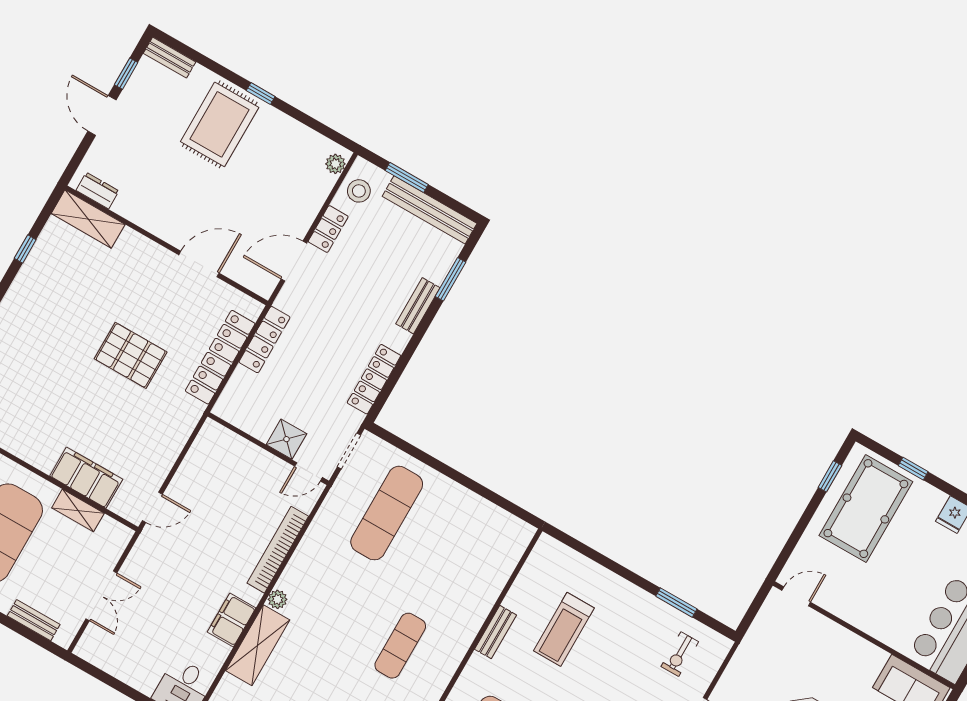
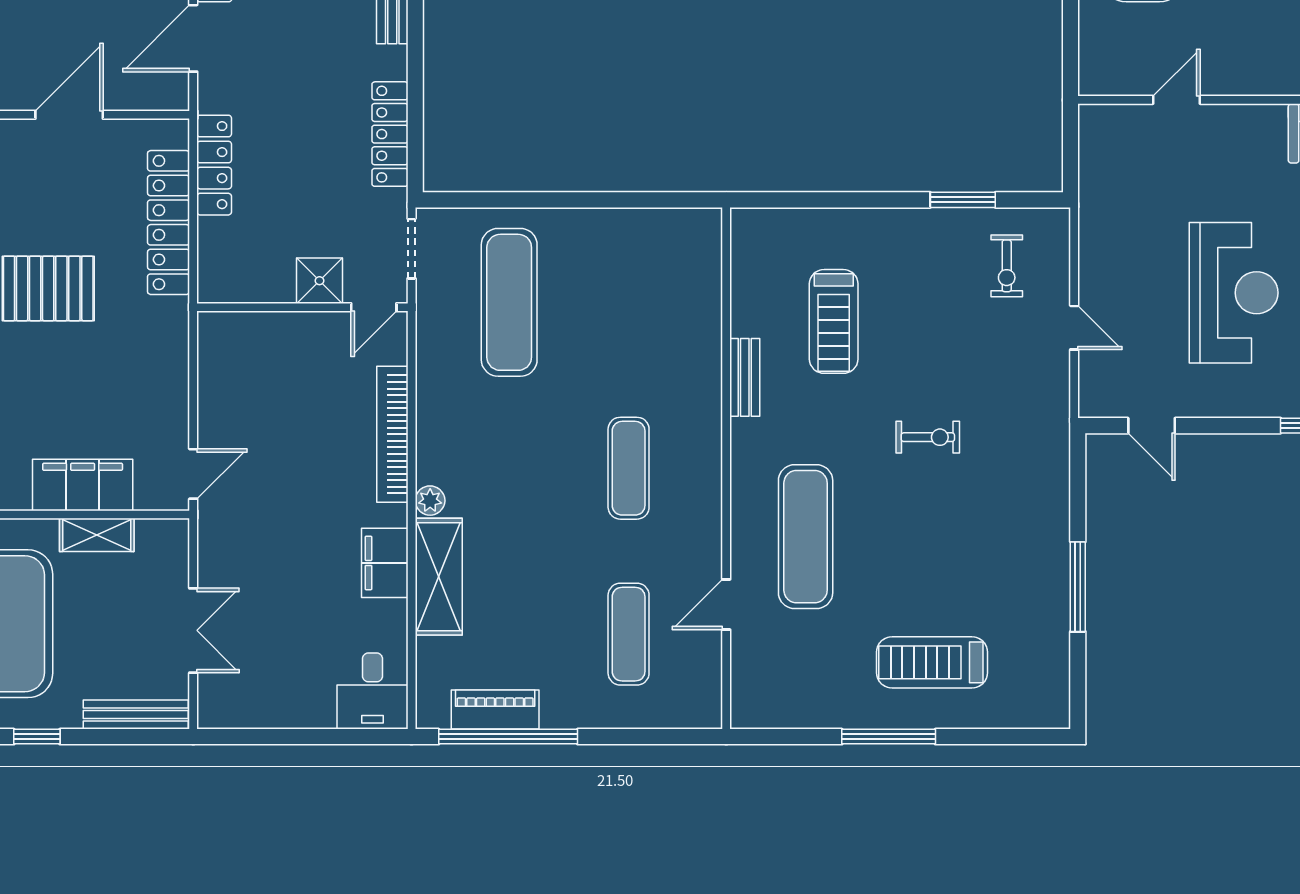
door: (796, 596) -> (1177, 100), moved
bench: (34, 620) -> (136, 715), width x1.36

